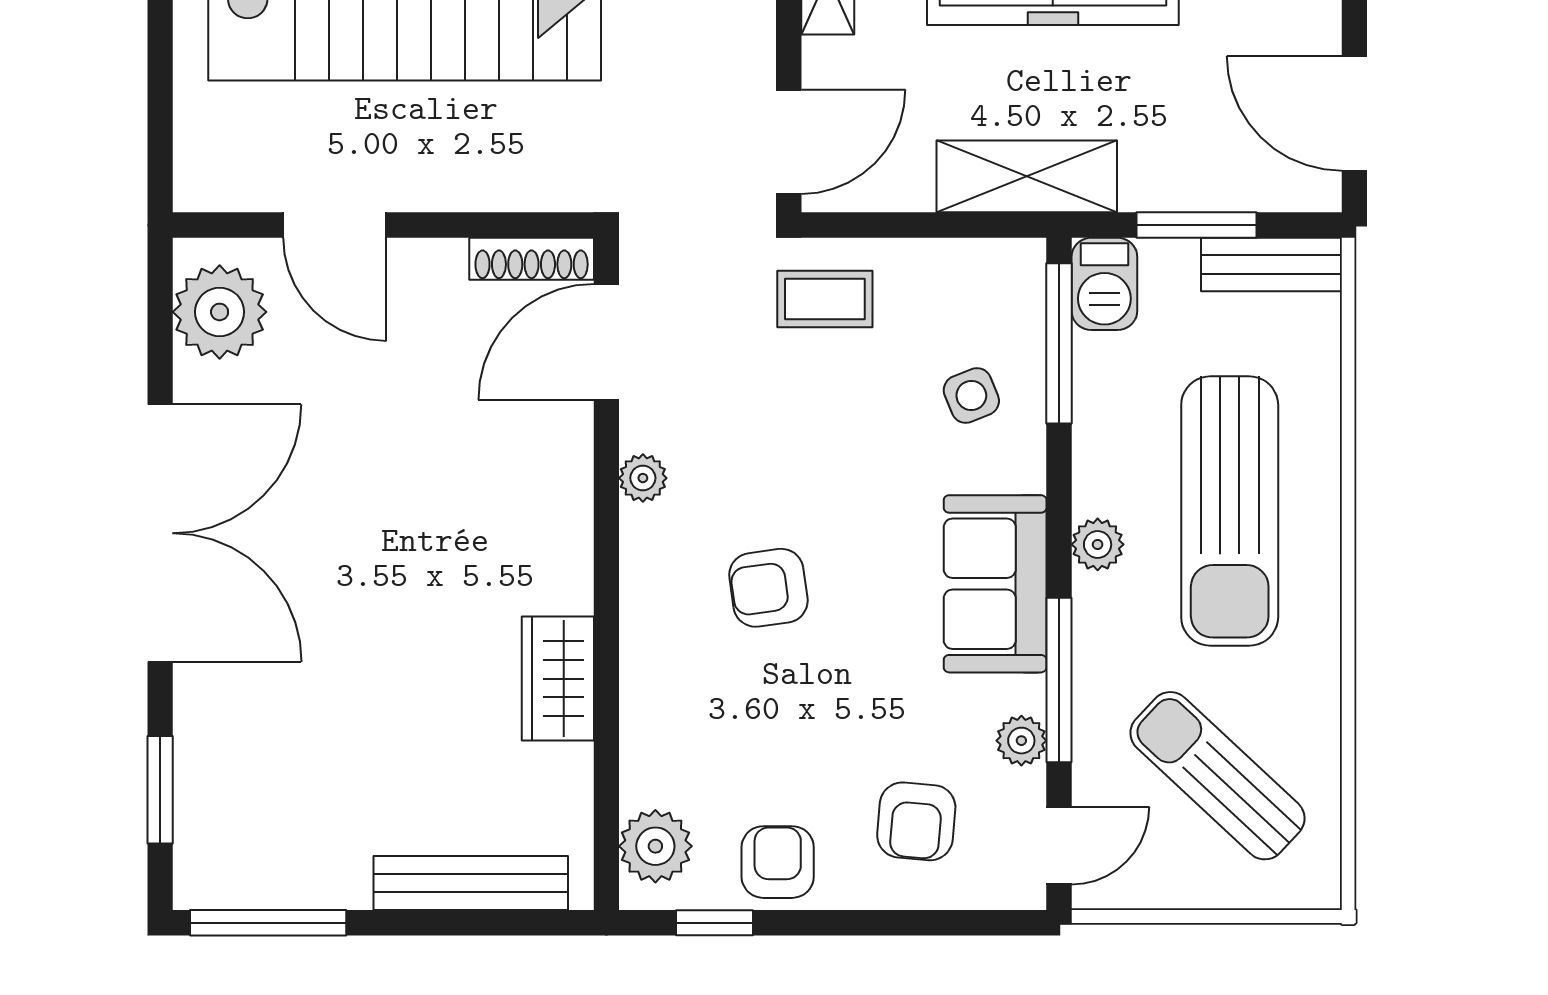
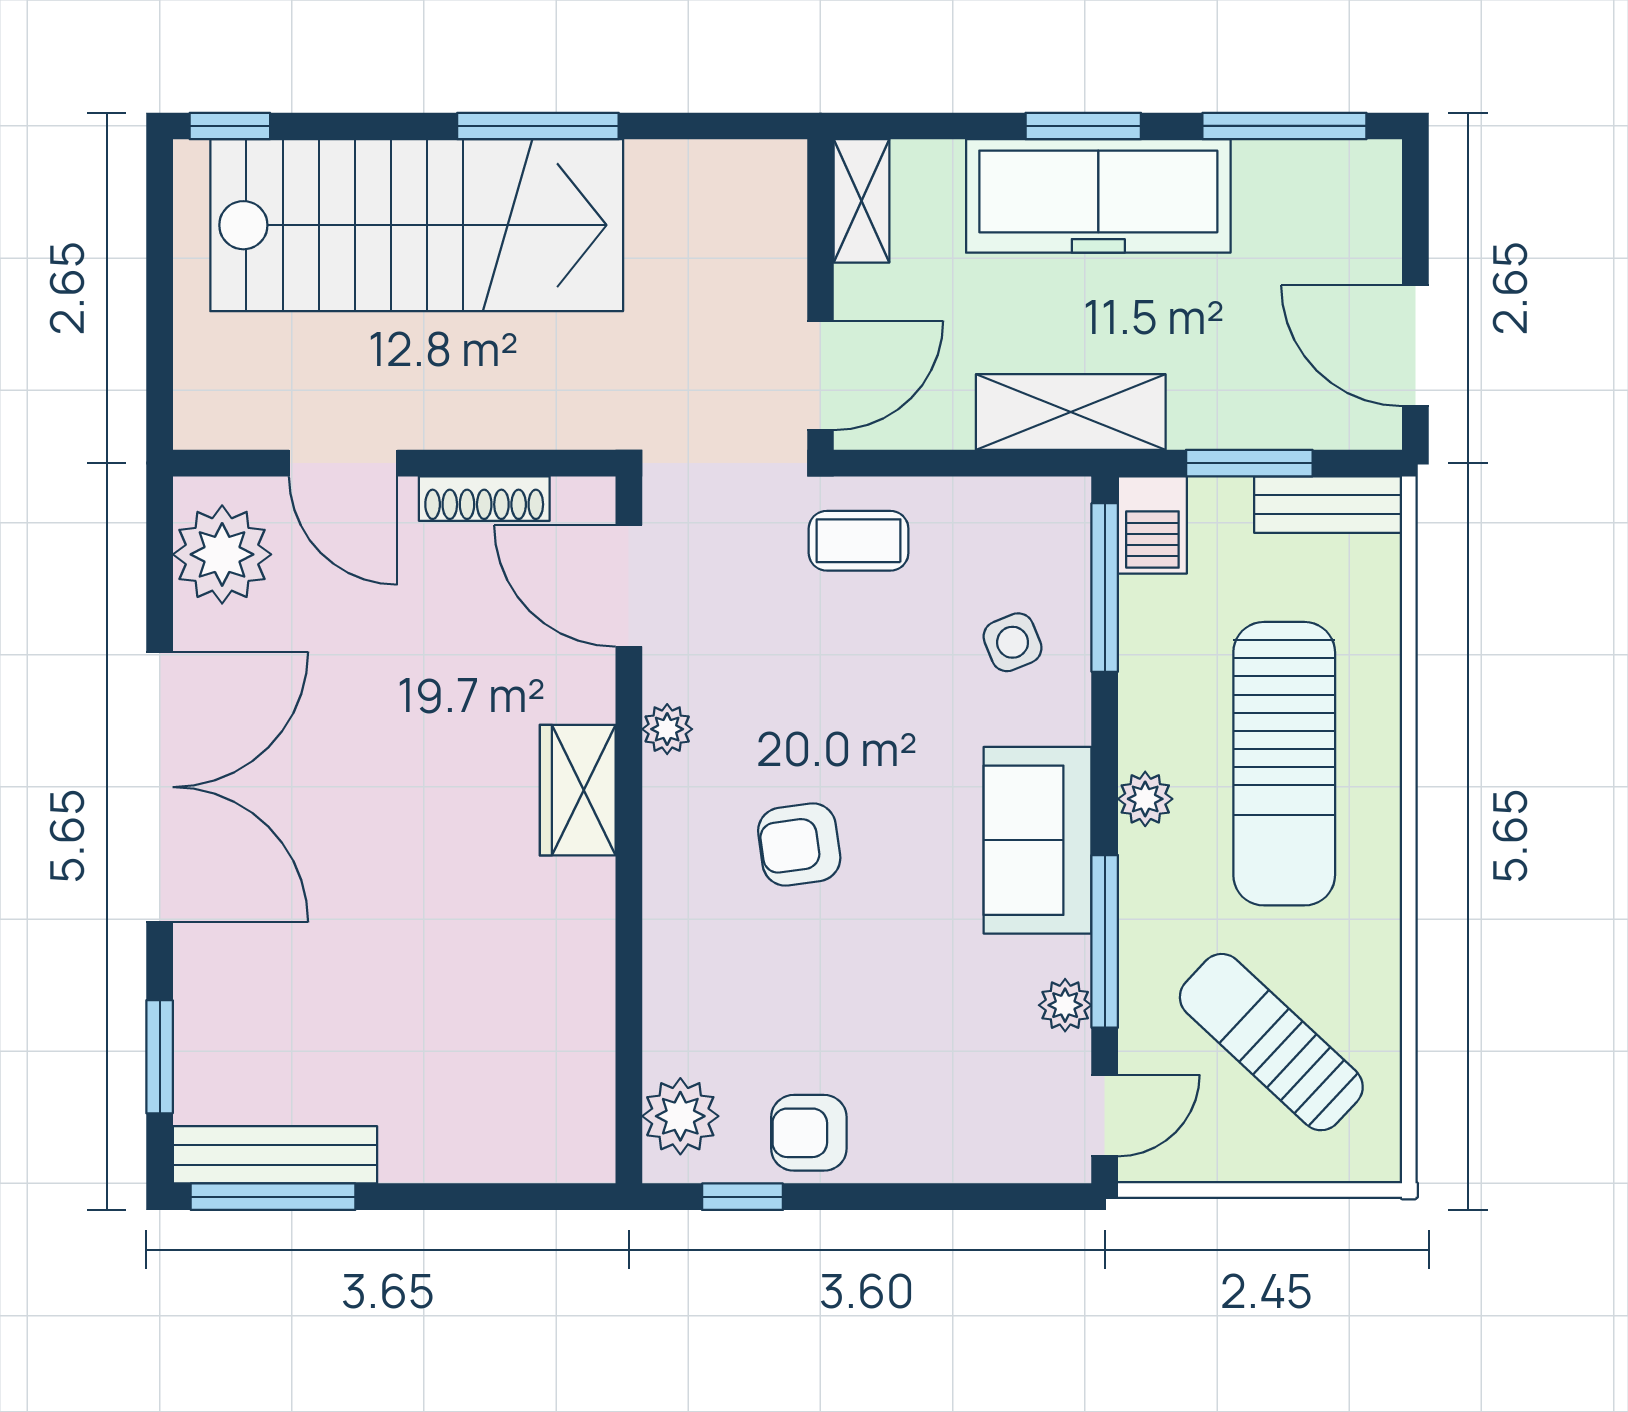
shoe rack: (532, 259) -> (484, 499), moved
door: (606, 342) -> (629, 586), hinge flipped
wardrobe: (558, 679) -> (578, 790), moved
armchair: (916, 821) -> (955, 1090), removed
armchair: (778, 862) -> (809, 1133), turned -90
bench: (471, 883) -> (275, 1155), moved

